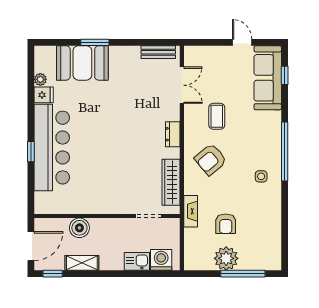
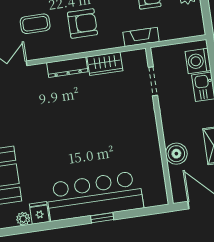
dresser: (173, 134) -> (67, 67), width x1.44
armchair: (211, 159) -> (82, 23), turned -50
wardrobe: (171, 182) -> (105, 64), width x0.67

